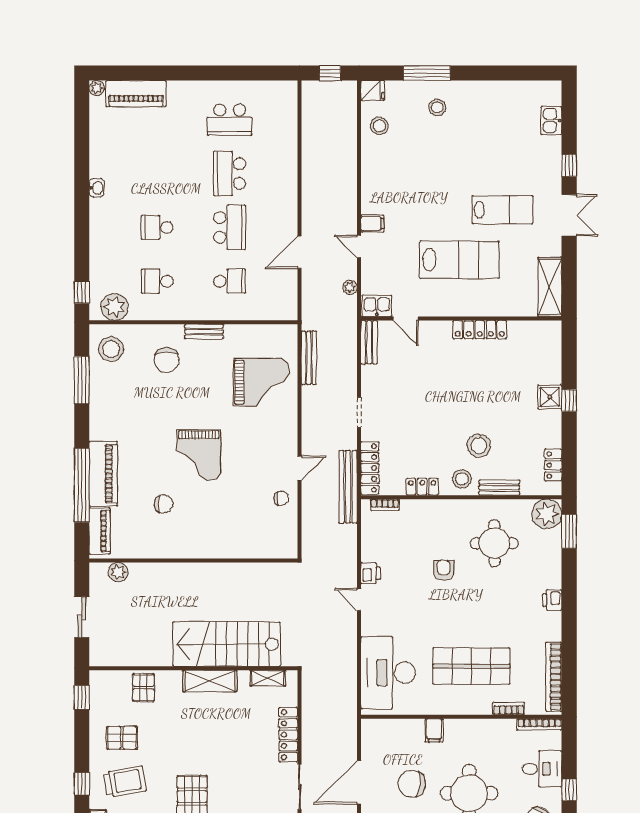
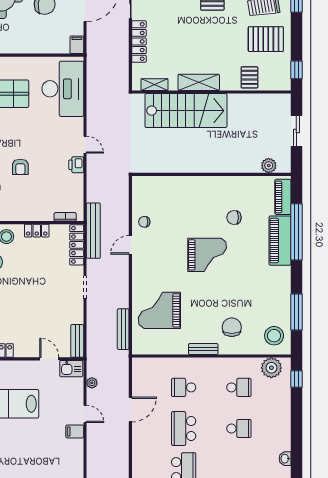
grand piano: (199, 455) -> (207, 255), turned 90
filing cabinet: (434, 730) -> (77, 45), moved
pallet: (122, 738) -> (266, 39), width x1.50, depth x1.42

